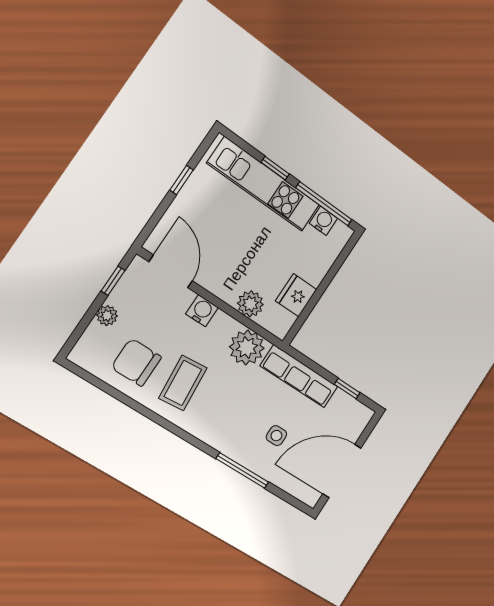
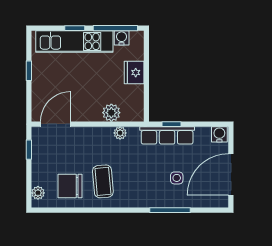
door: (171, 271) -> (56, 124), hinge flipped
fridge: (296, 295) -> (134, 73), moved
water cooler: (202, 311) -> (219, 134), moved
plant: (107, 316) -> (38, 193), moved
plant: (247, 348) -> (120, 133), width x0.53, depth x0.53
window: (347, 388) -> (171, 124), moved

